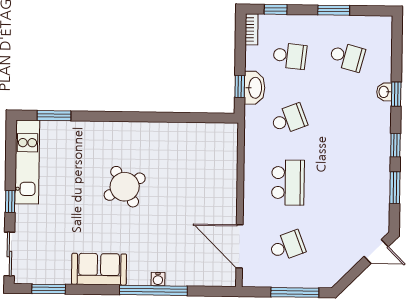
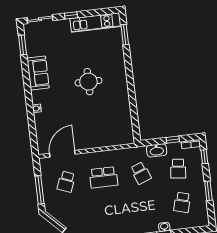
window: (240, 86) -> (173, 140), moved
round table: (125, 187) -> (88, 82), turned 30
school desk: (287, 246) -> (66, 182), turned 42
window: (153, 290) -> (30, 107), removed

